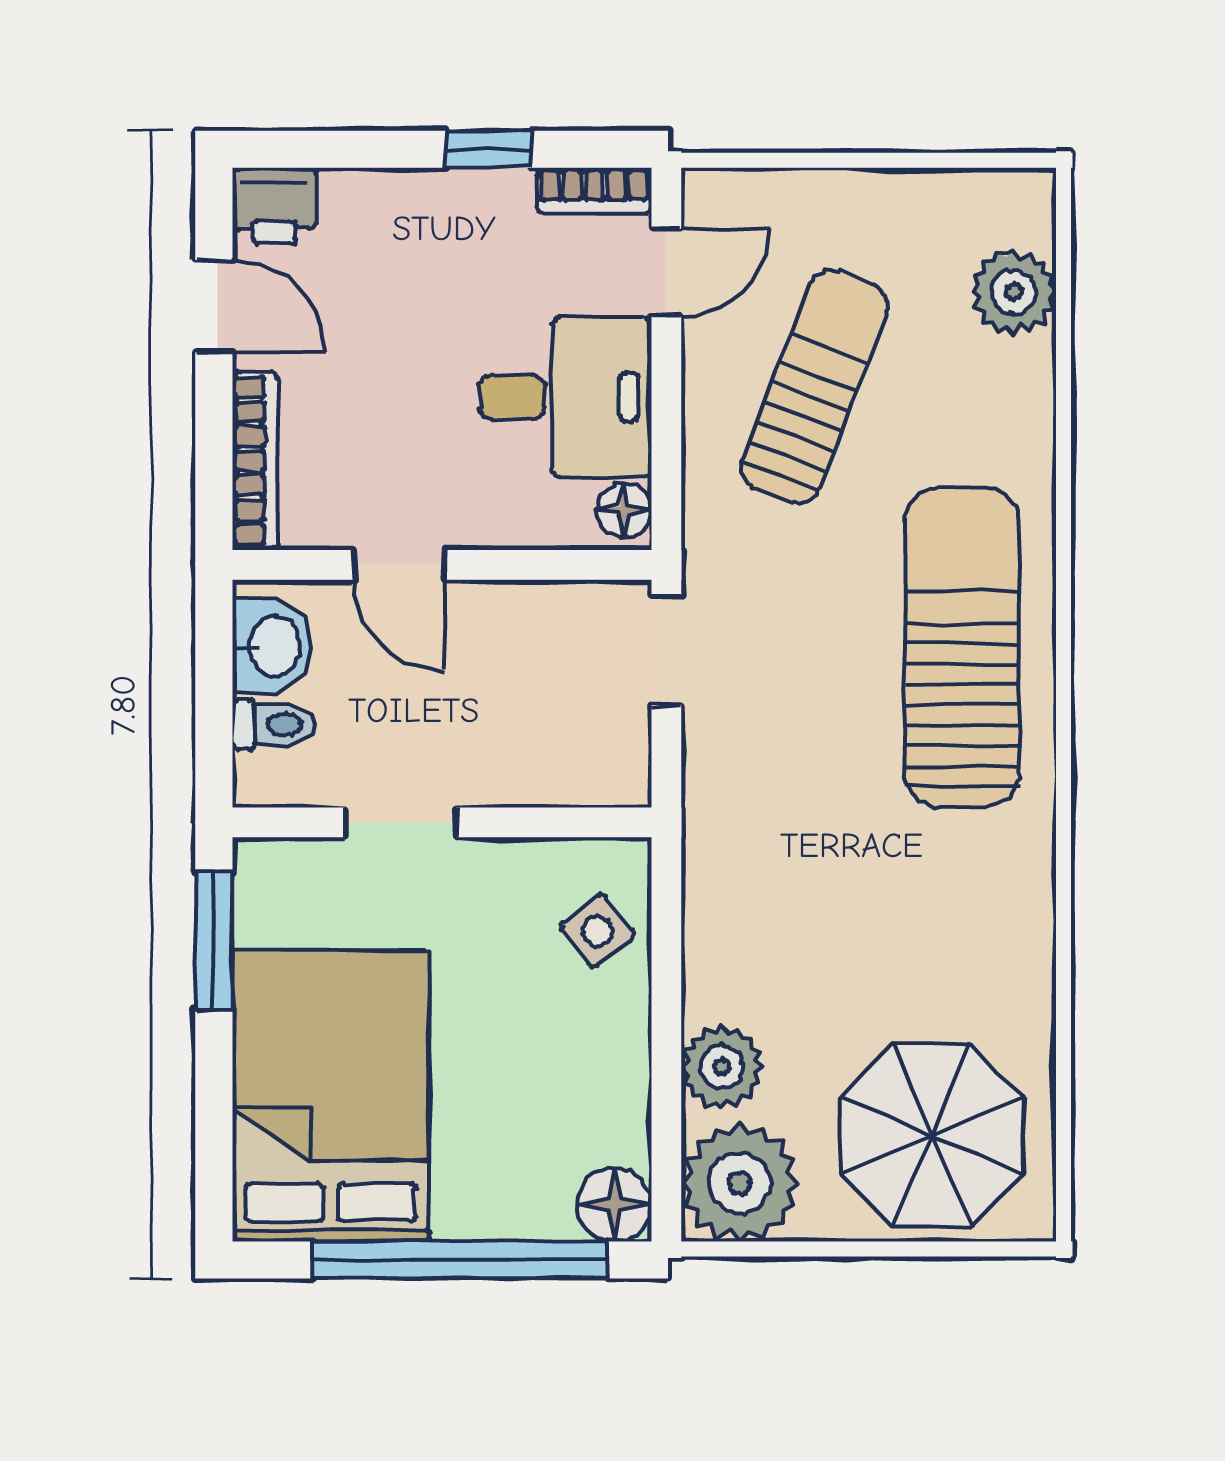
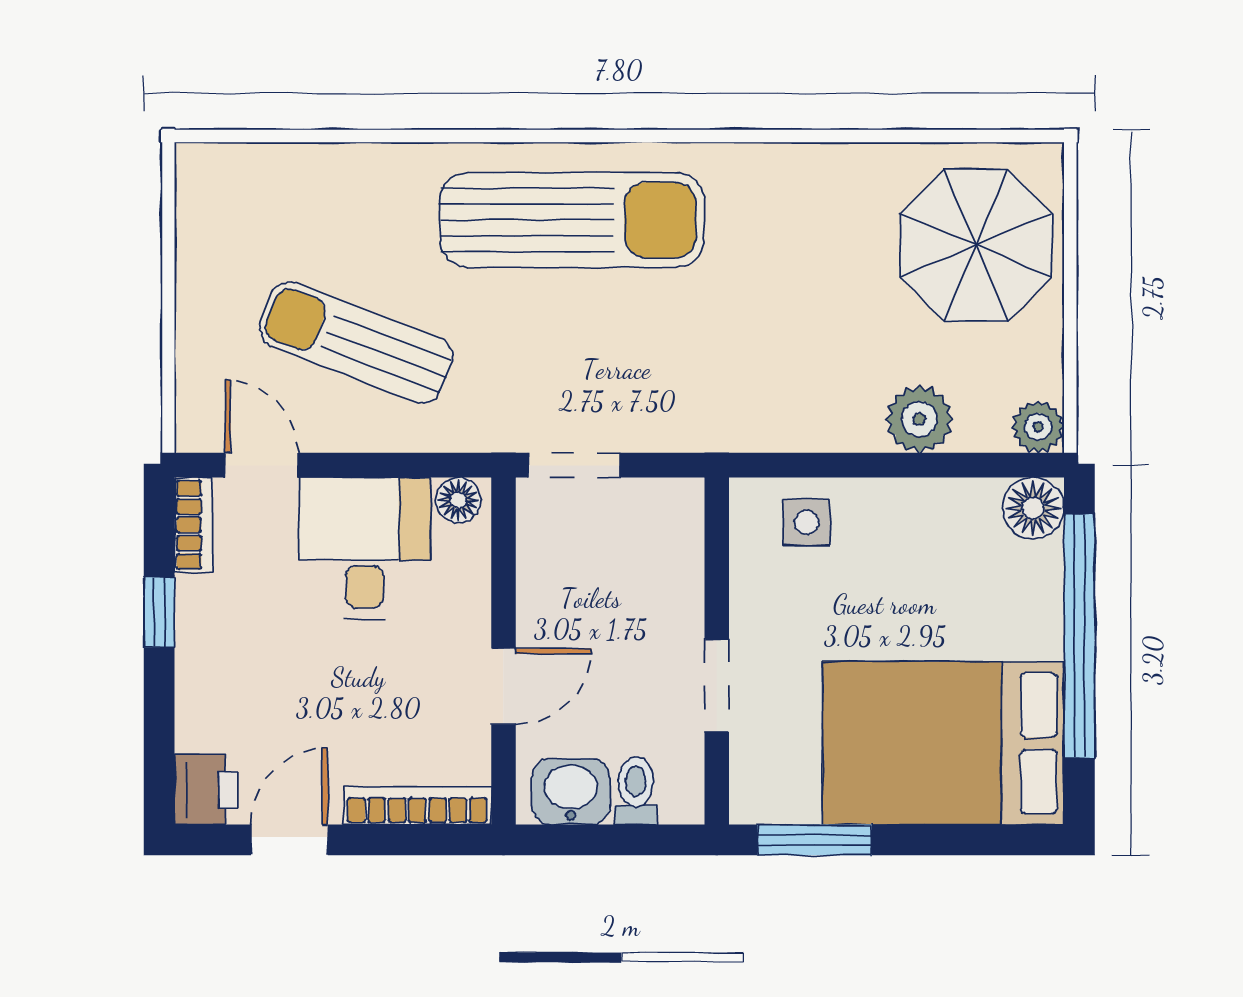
plant: (1014, 292) -> (278, 177), removed
sun lounger: (962, 647) -> (572, 220), turned 180
side table: (597, 931) -> (807, 522), turned 38
plant: (740, 1183) -> (1038, 427), width x0.53, depth x0.53

